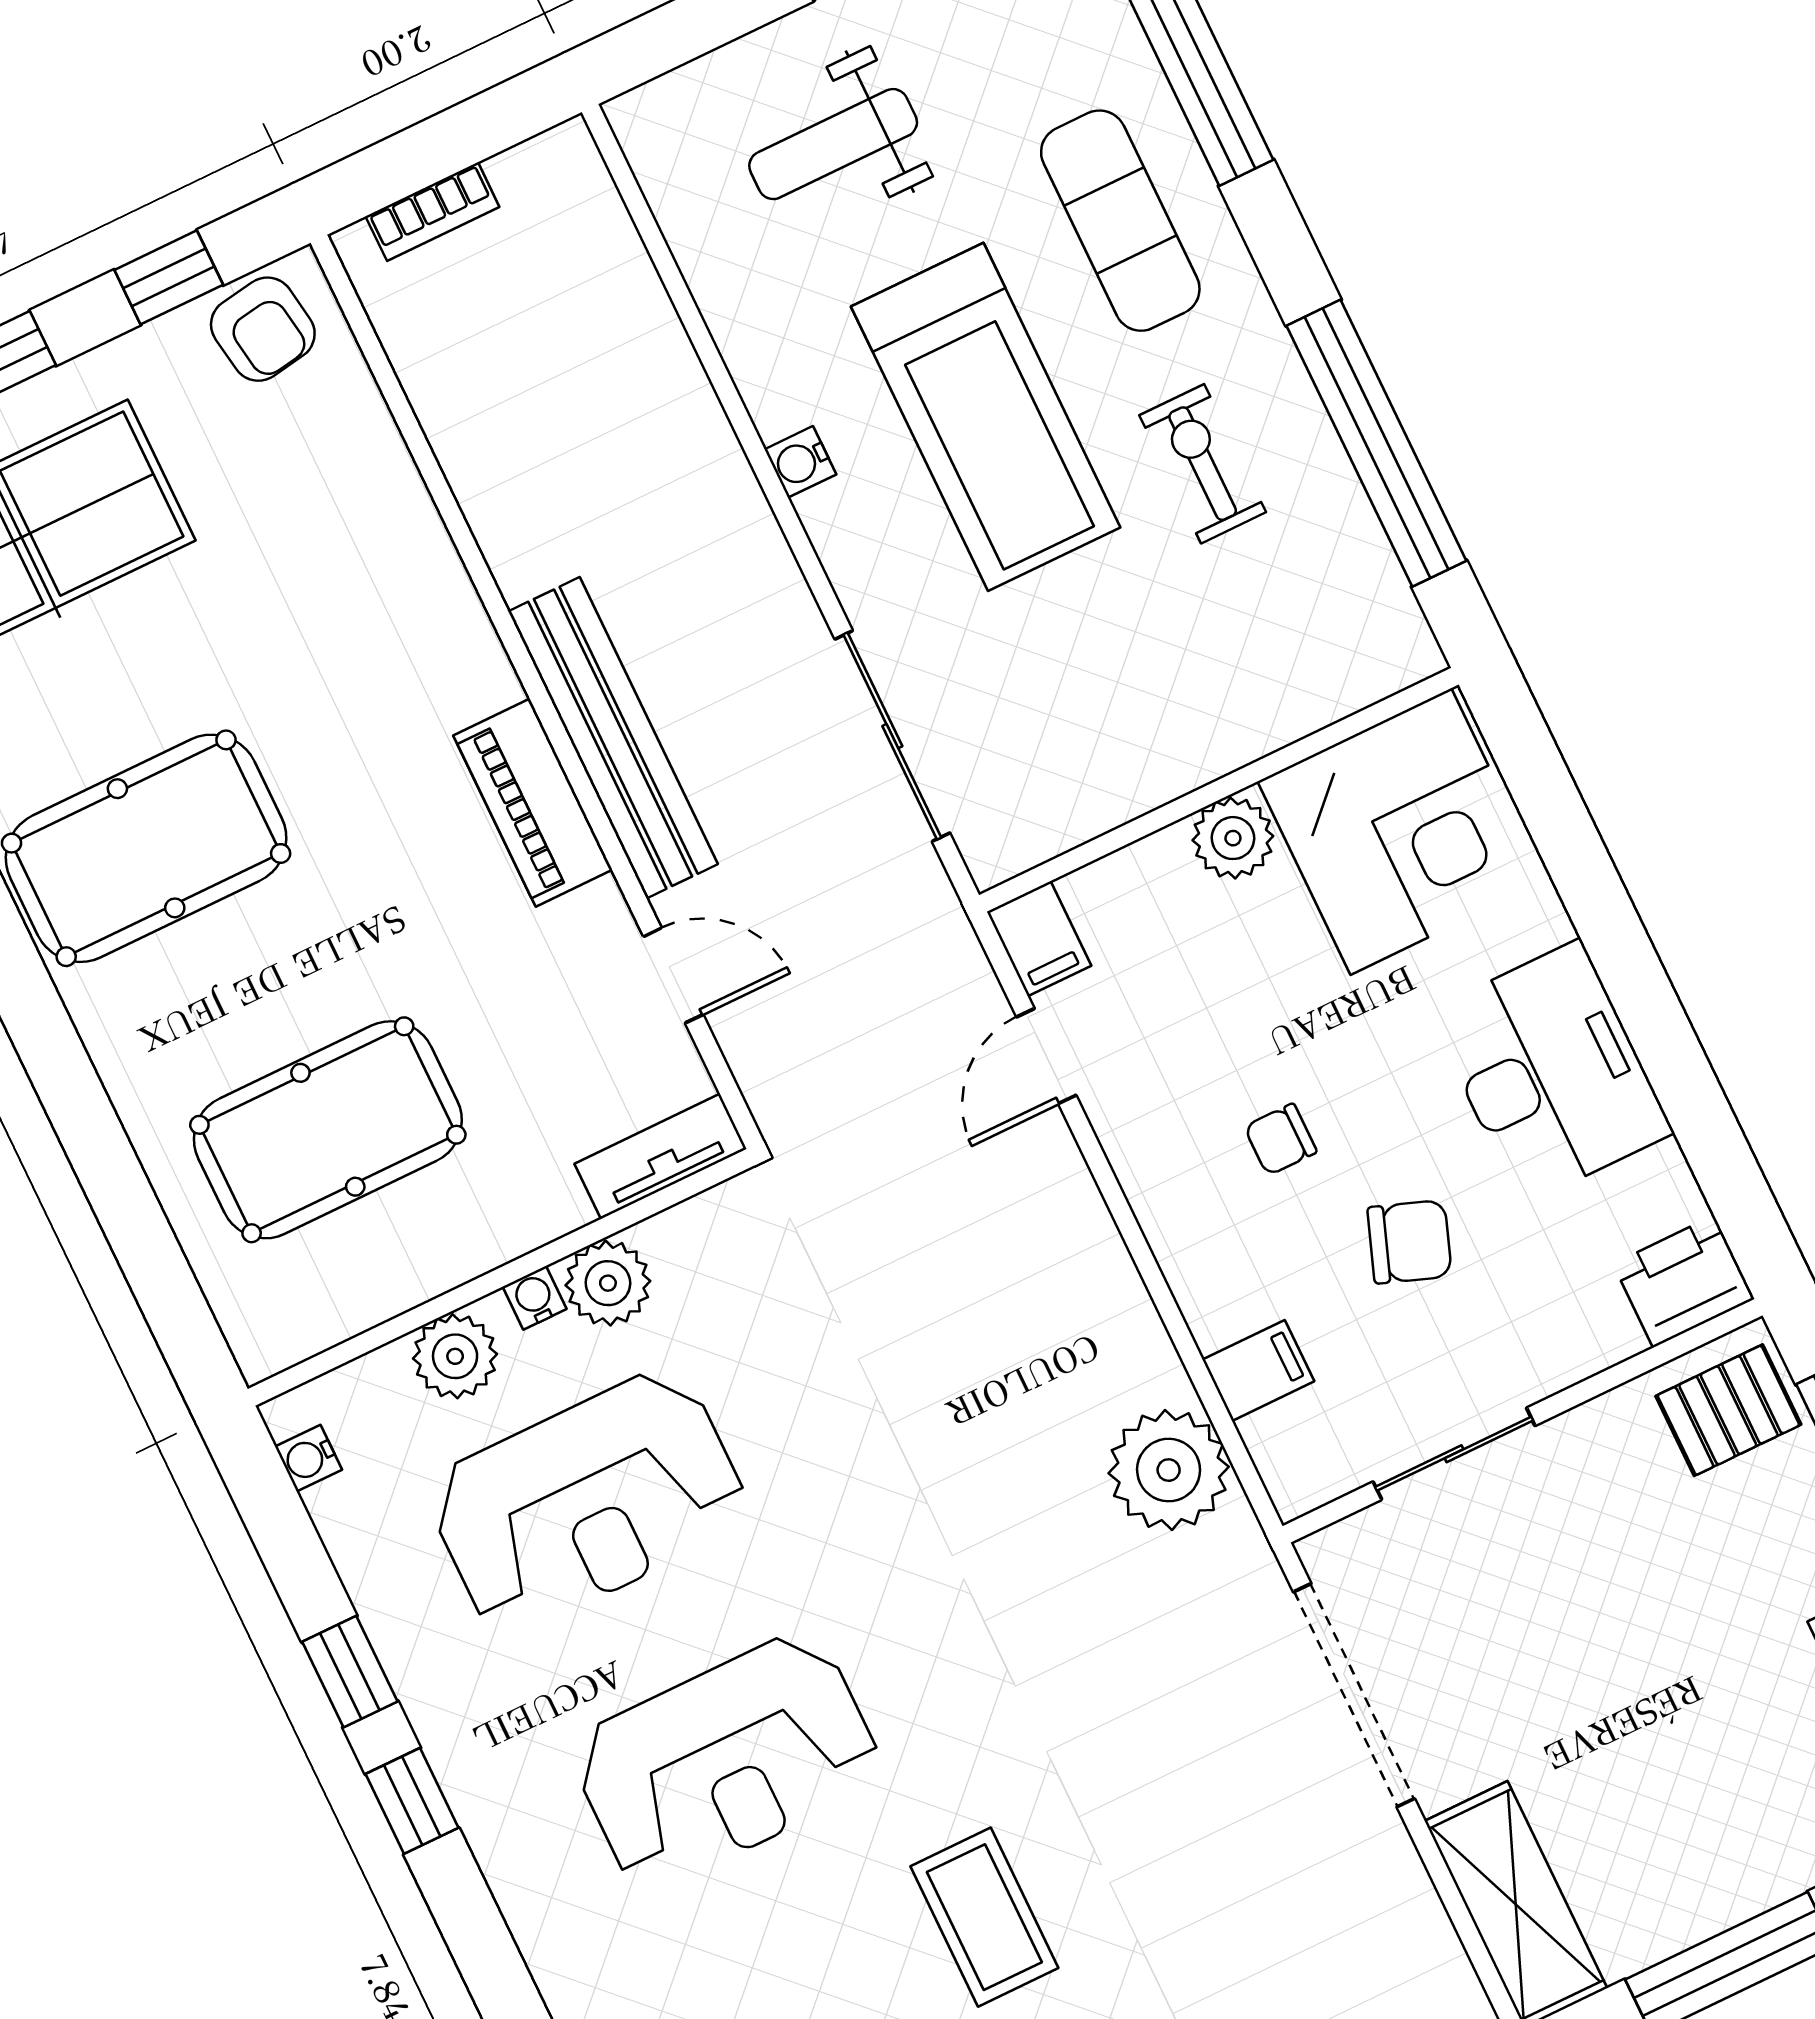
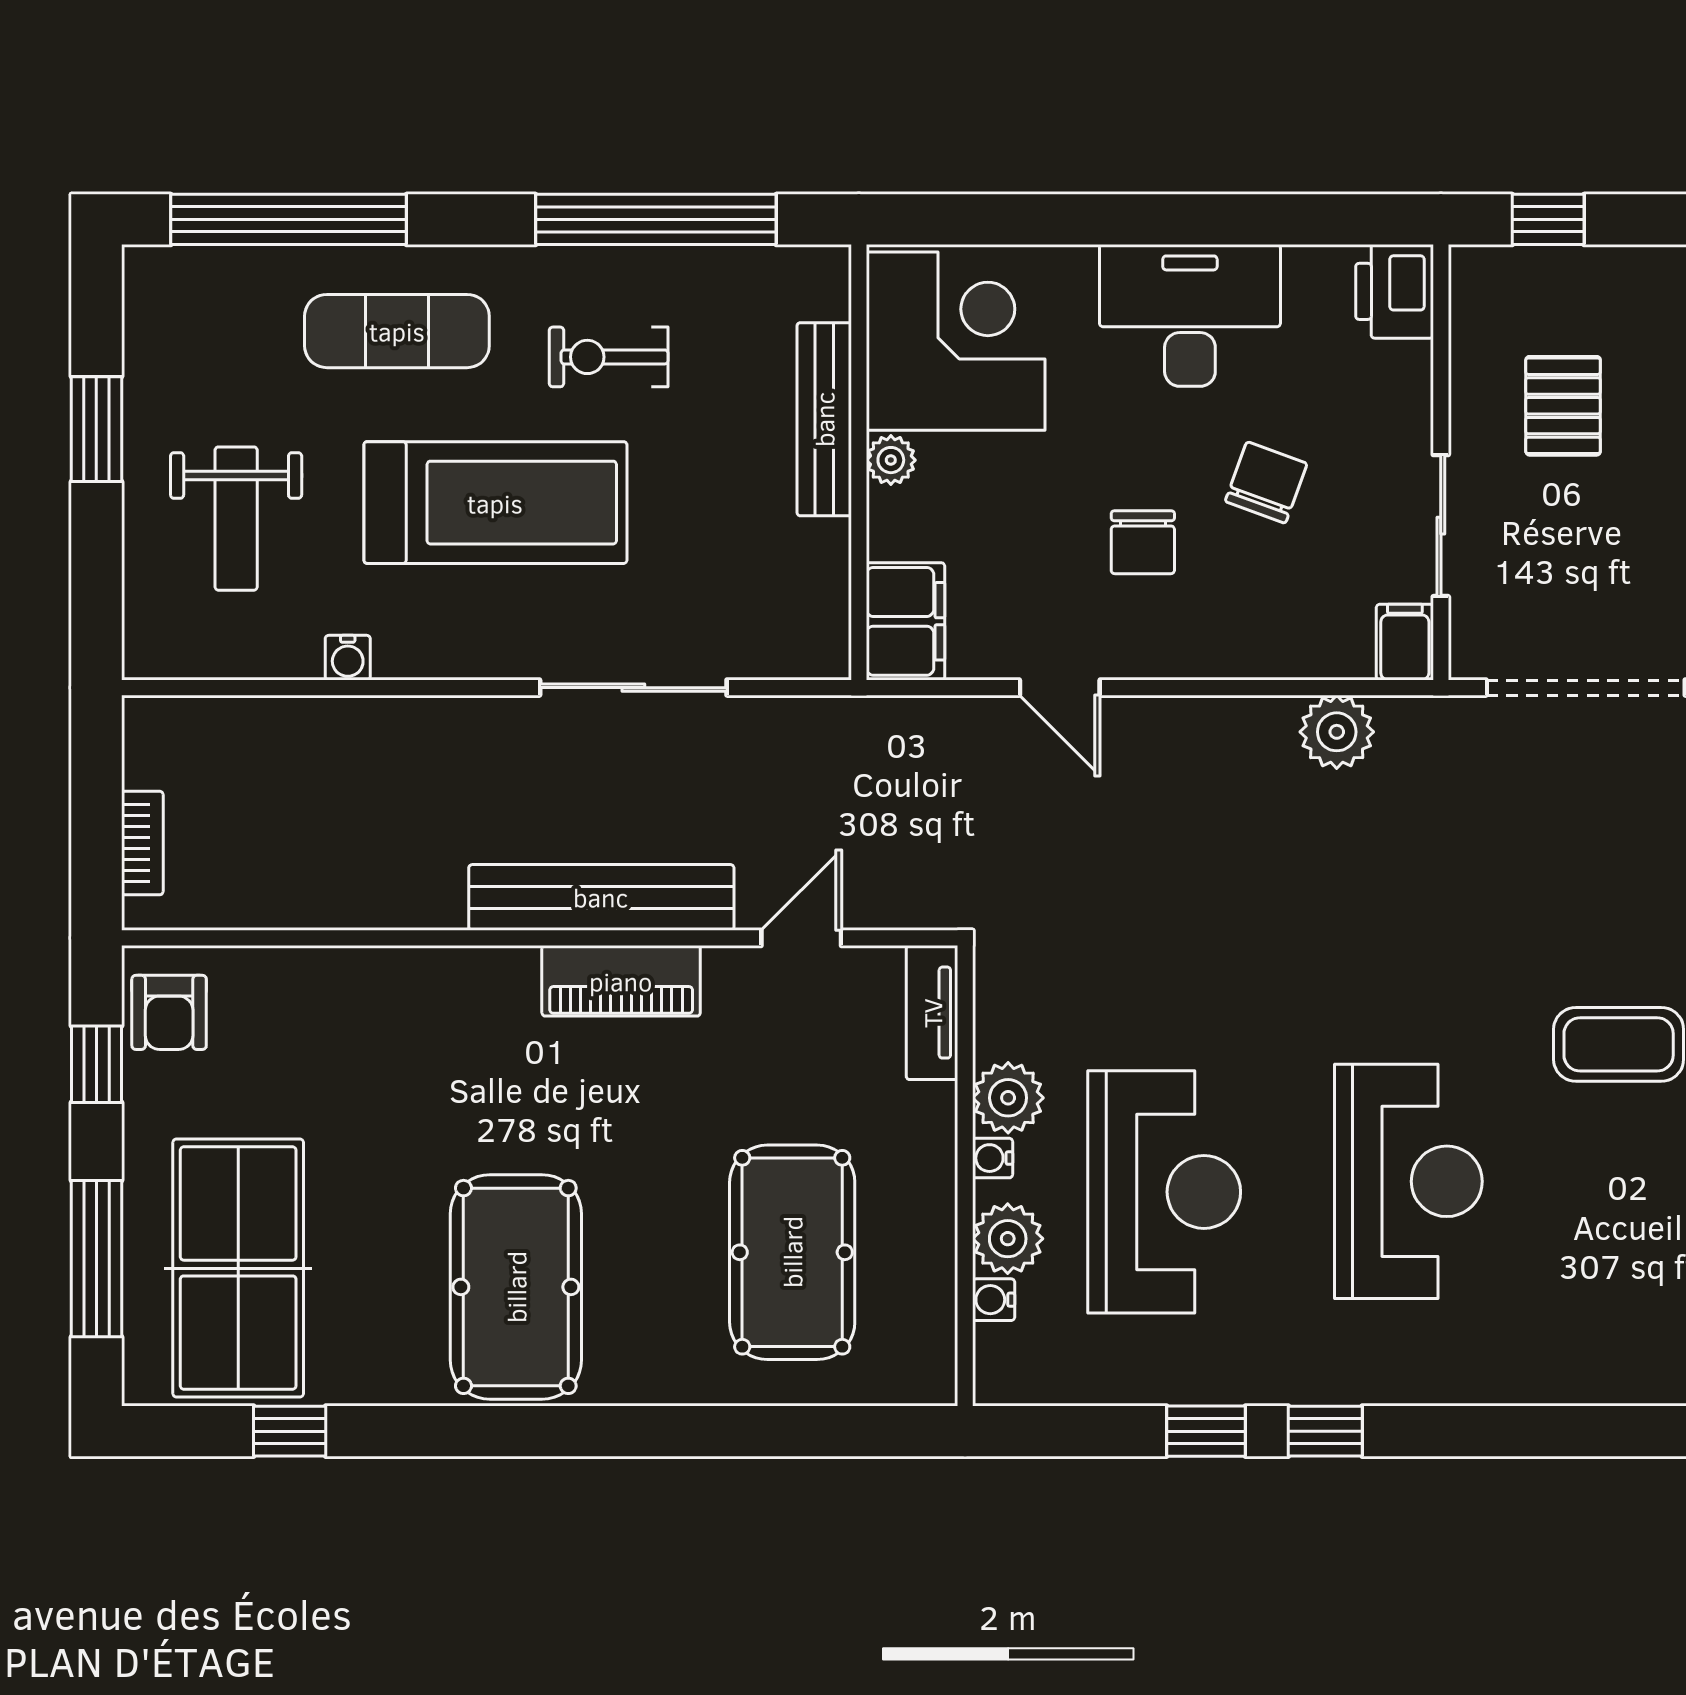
armchair: (263, 329) -> (169, 1012), turned 99
water cooler: (800, 462) -> (348, 658), moved
bench: (1248, 730) -> (824, 419), added
sliding door: (892, 736) -> (633, 688), moved
plant: (1233, 838) -> (891, 460), width x0.73, depth x0.73
filing cabinet: (1039, 939) -> (905, 621), width x2.00
door: (1046, 1056) -> (1060, 688), moved
chair: (1280, 1139) -> (1143, 542), width x1.37, depth x1.37
filing cabinet: (1258, 1370) -> (1405, 642), moved
pallet: (1728, 1410) -> (1563, 406), moved
water cooler: (309, 1458) -> (994, 1300), moved, turned 90
plant: (1169, 1470) -> (1337, 732), width x0.73, depth x0.73

